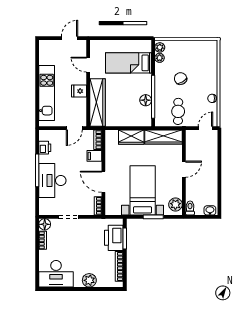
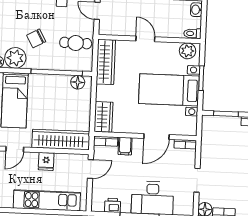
plant: (160, 58) -> (15, 58), width x1.88, depth x1.88
floor lamp: (146, 100) -> (78, 82), moved
door: (74, 128) -> (90, 169), hinge flipped
wardrobe: (131, 137) -> (104, 117), moved
printer: (114, 238) -> (225, 127), removed

